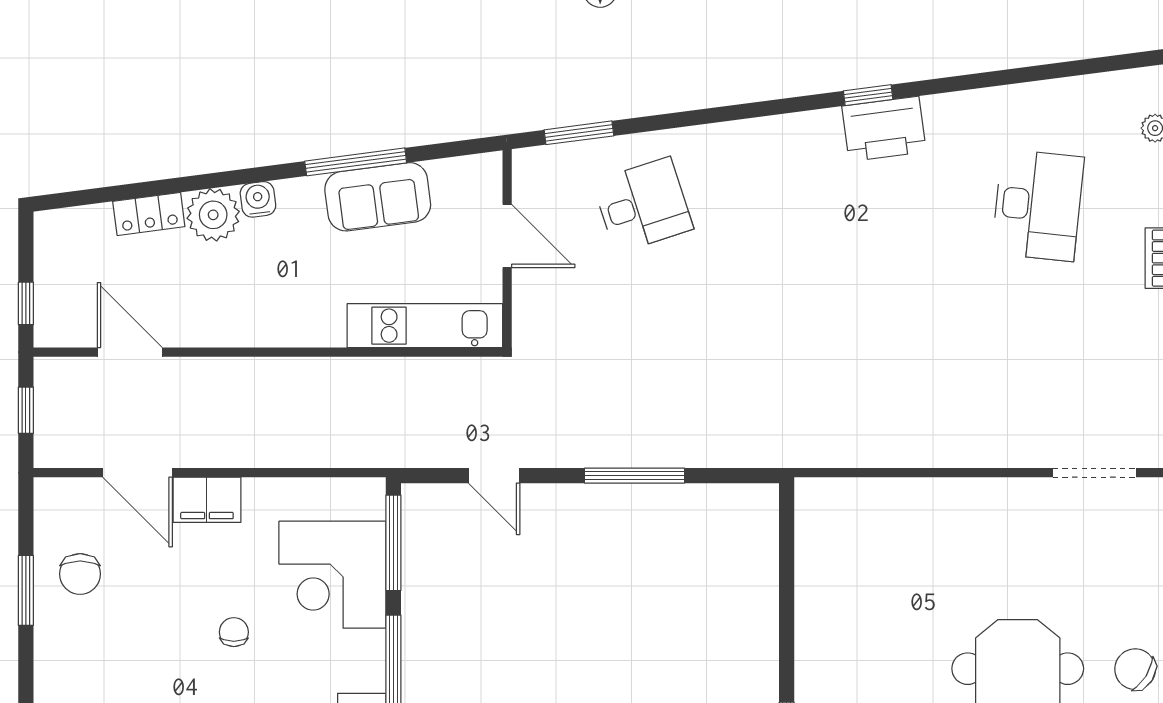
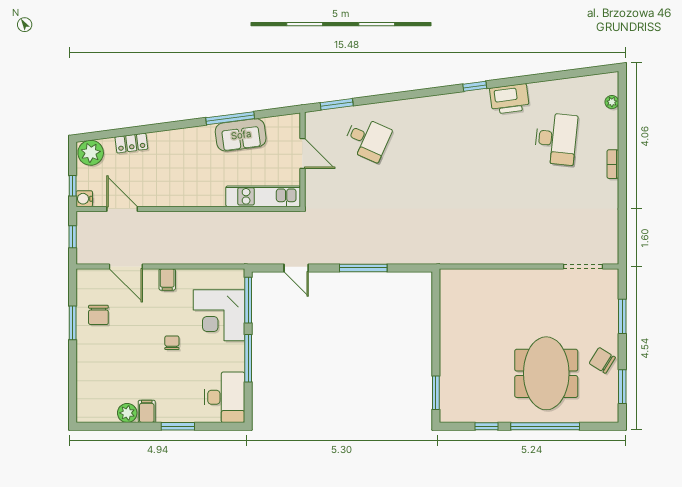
printer: (884, 129) -> (509, 99), moved
water cooler: (258, 199) -> (84, 199), moved, turned -83
desk: (643, 205) -> (367, 139), turned 42
plant: (213, 215) -> (91, 153), moved
filing cabinet: (207, 500) -> (167, 279), width x0.50

